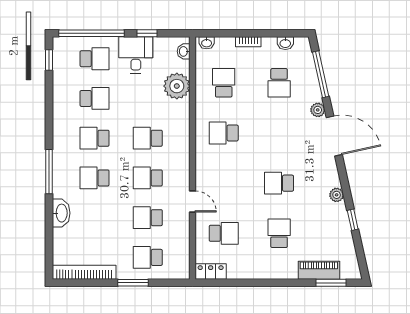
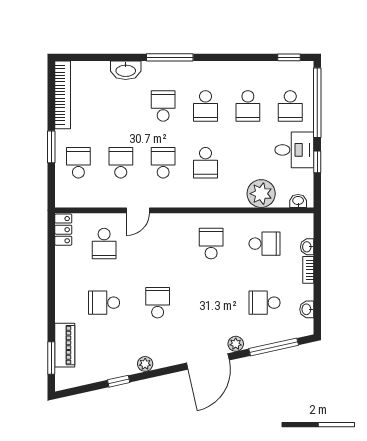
washbasin: (207, 43) -> (307, 247), moved
school desk: (95, 138) -> (206, 106), turned 180
school desk: (148, 138) -> (206, 163), turned 180
school desk: (279, 233) -> (104, 303), turned 180

